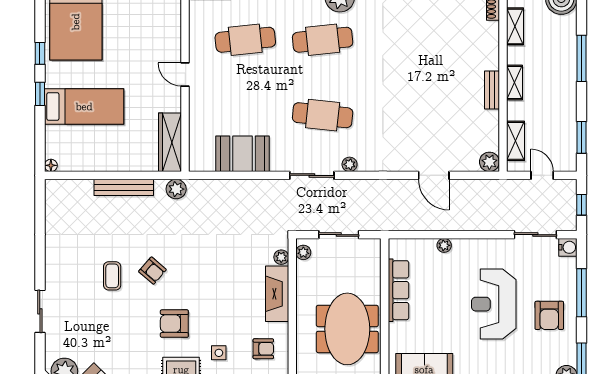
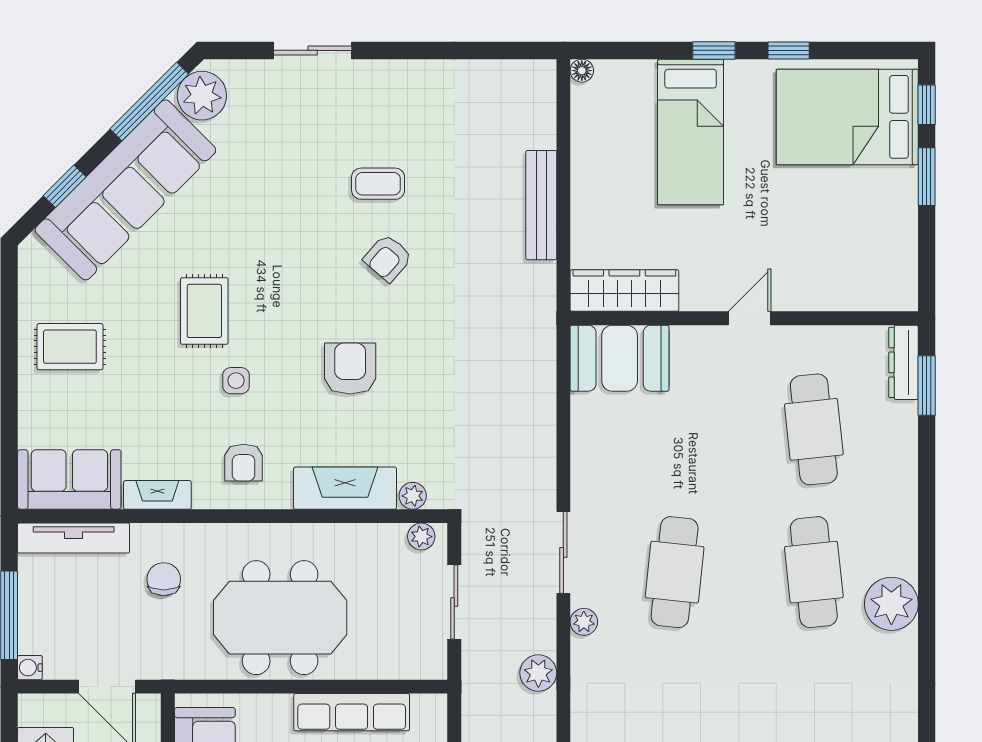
booth: (243, 154) -> (620, 358), moved, turned 90
plant: (176, 189) -> (538, 673), moved
armchair: (174, 324) -> (350, 368), moved

